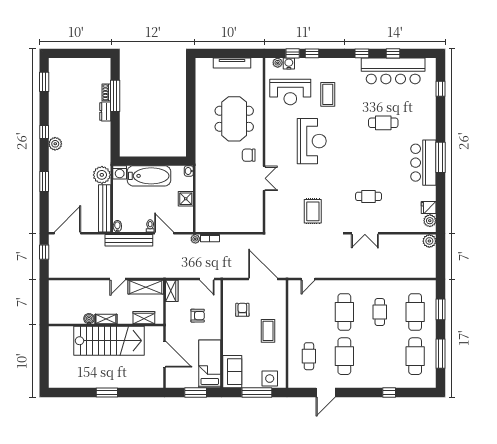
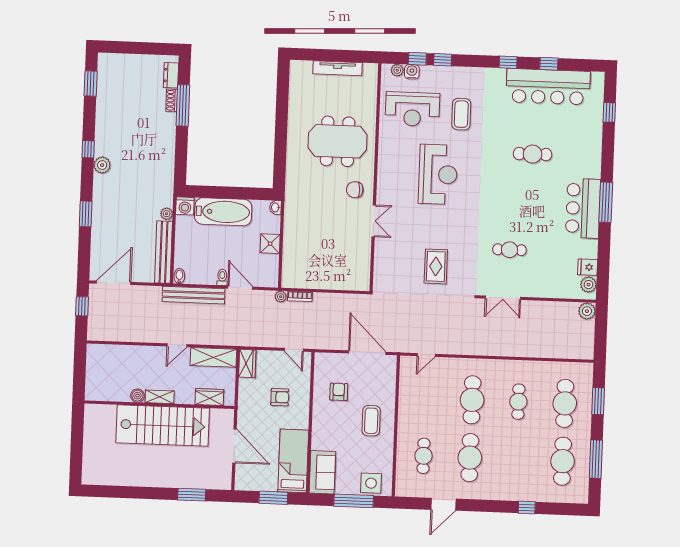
dresser: (105, 111) -> (171, 75), moved
meeting table: (234, 119) -> (338, 141), turned 90
plant: (102, 175) -> (167, 214), width x0.53, depth x0.53
window: (107, 393) -> (192, 495), moved

